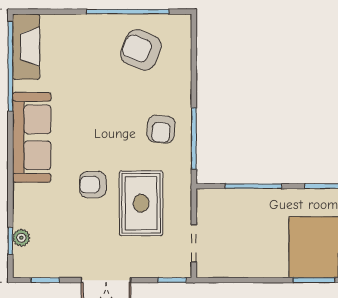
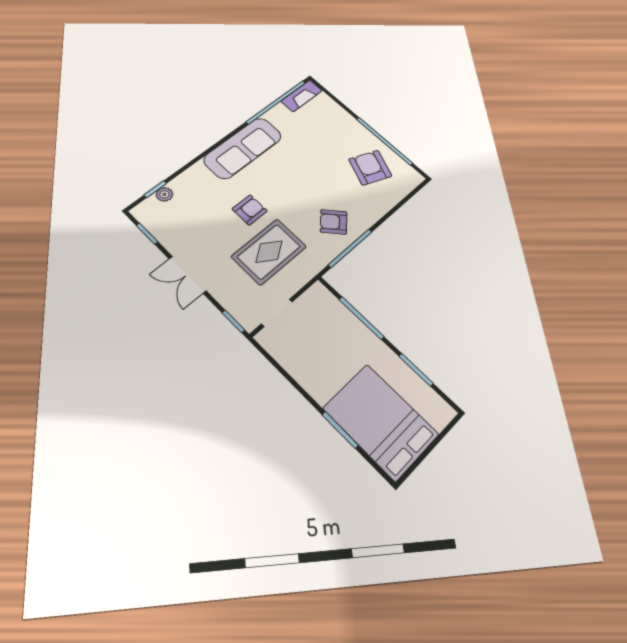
fireplace: (26, 47) -> (302, 96), width x0.73, depth x0.76
armchair: (161, 129) -> (334, 222), turned 43
armchair: (93, 185) -> (250, 210), turned 90

